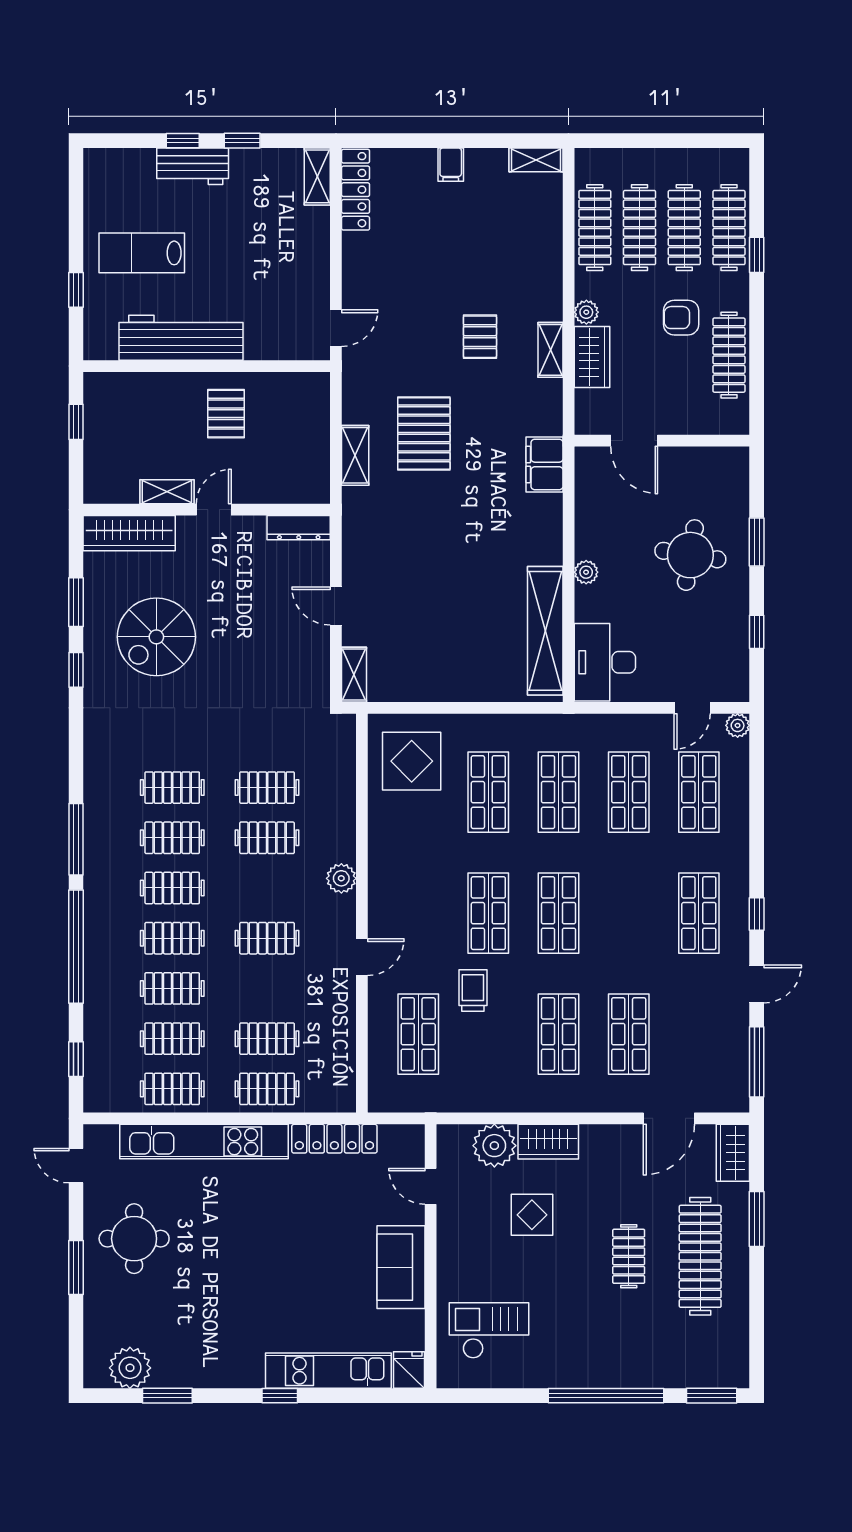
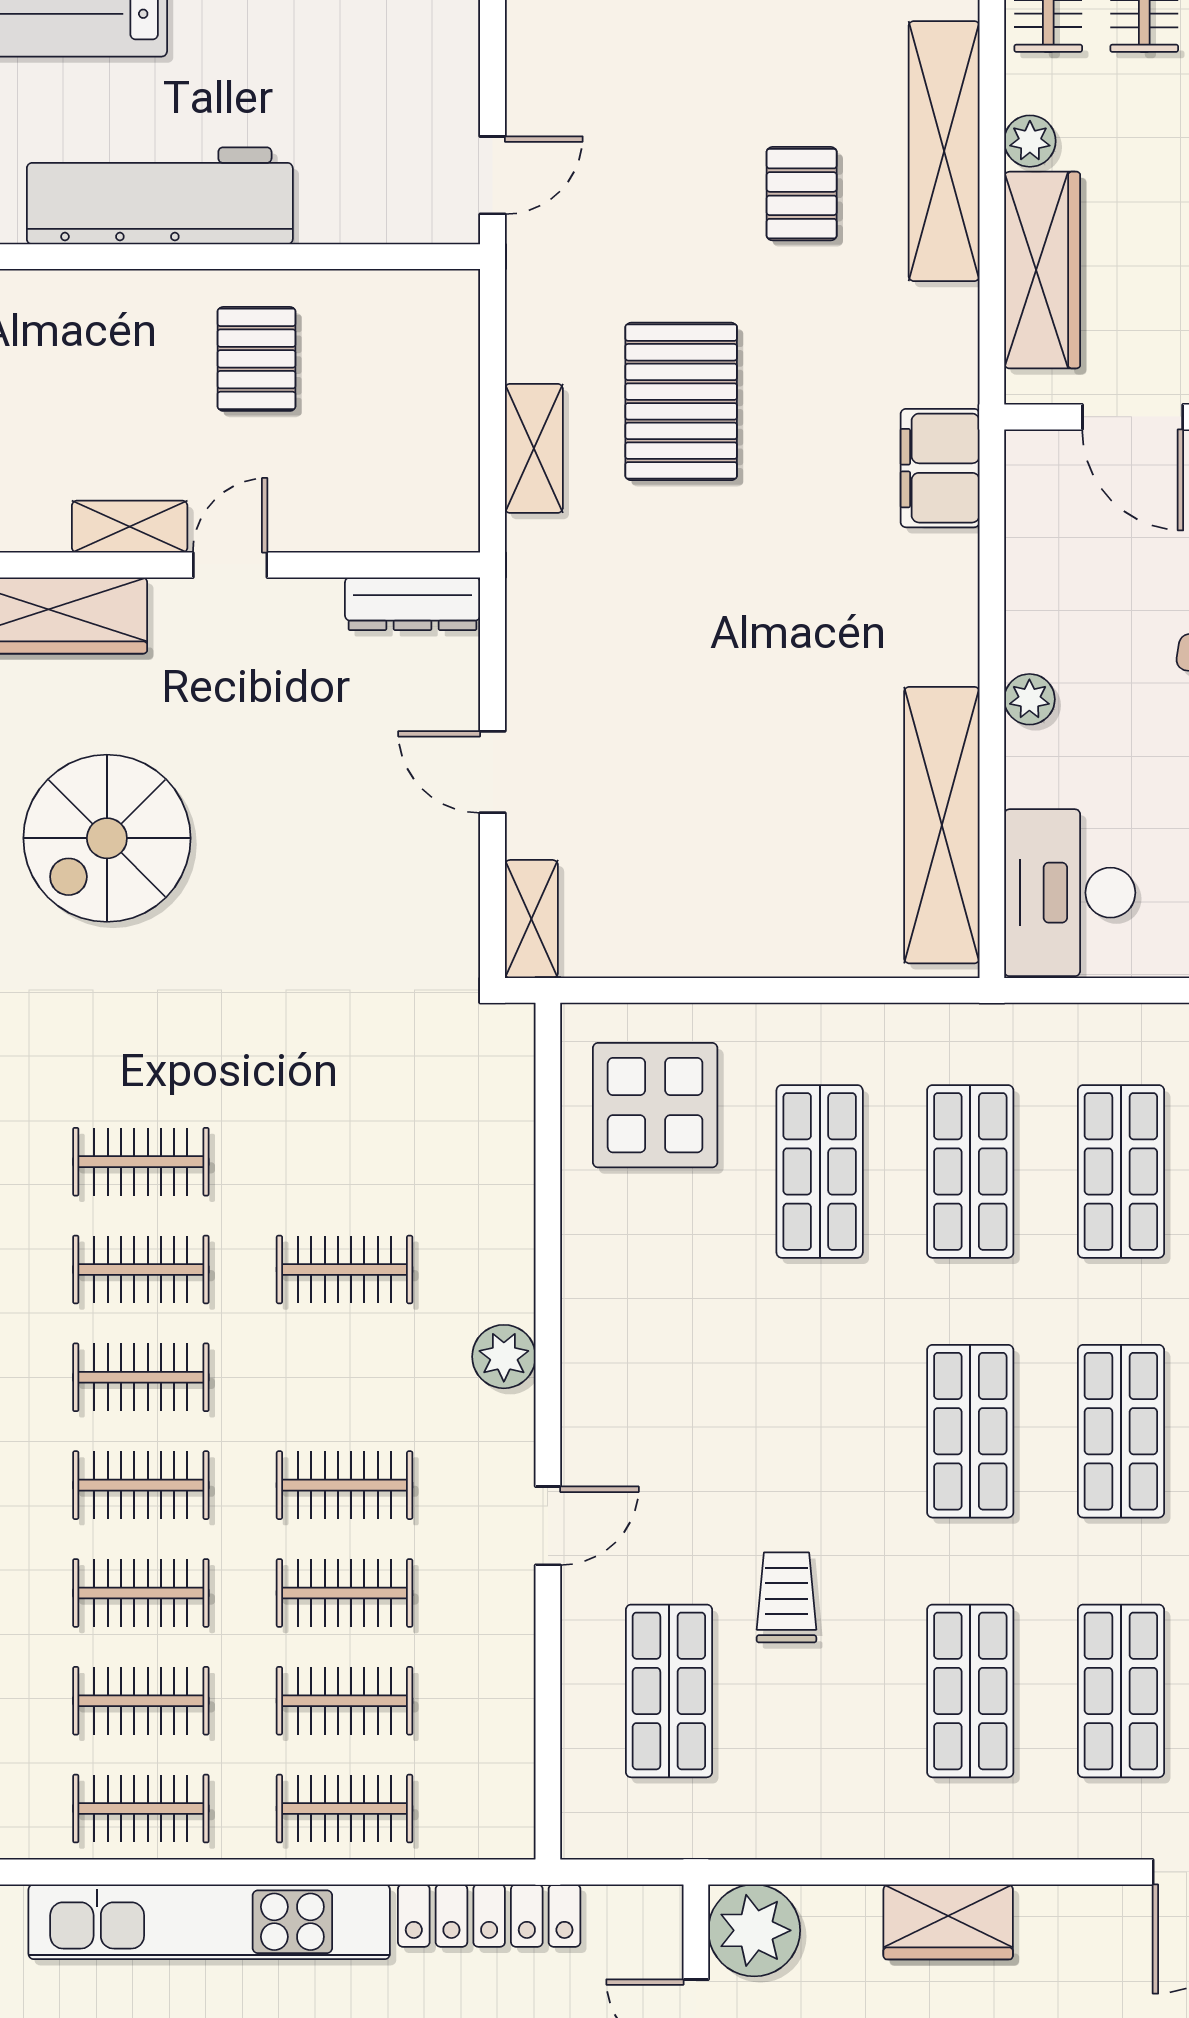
shelving: (550, 350) -> (944, 151), width x2.20, depth x1.33
wardrobe: (592, 357) -> (1042, 270), width x1.50
clothes rail: (267, 788) -> (345, 1593), moved
shop shelf: (488, 913) -> (1121, 1431), moved
plant: (494, 1146) -> (754, 1930), moved

